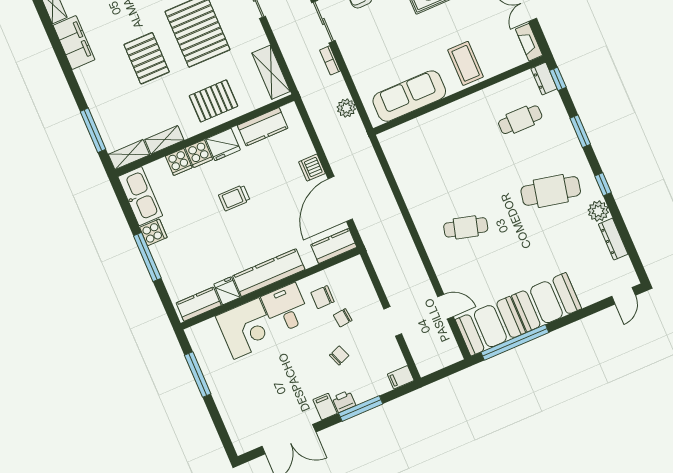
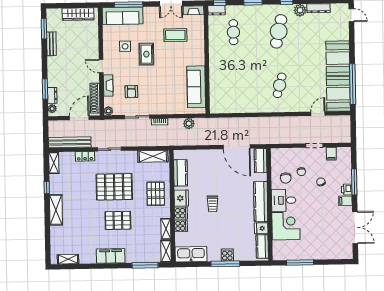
filing cabinet: (74, 42) -> (111, 256), moved
coffee table: (466, 63) -> (175, 35), moved
dishwasher: (312, 168) -> (213, 155), removed
cooker: (153, 232) -> (227, 255), moved
filing cabinet: (401, 377) -> (331, 154), moved

